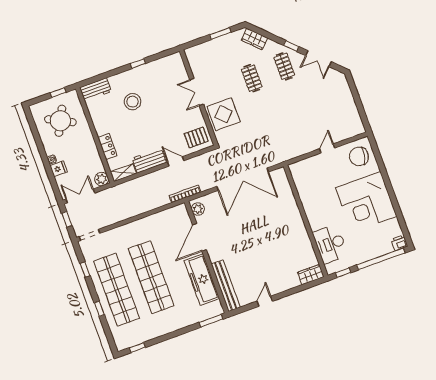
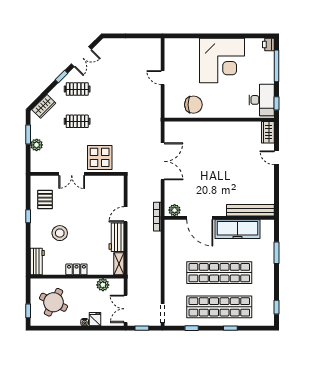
plant: (213, 46) -> (37, 145), added
window: (58, 93) -> (28, 311), moved
pallet: (196, 137) -> (45, 199), moved
locker: (107, 147) -> (76, 269), moved
chair: (359, 156) -> (193, 105), moved, turned -101
plant: (102, 179) -> (103, 285), moved
double door: (243, 179) -> (163, 161), width x0.73
desk: (330, 244) -> (262, 100), moved, turned -90
window: (381, 259) -> (276, 66), width x0.68
door: (265, 301) -> (276, 158), moved
window: (211, 321) -> (276, 253), moved

